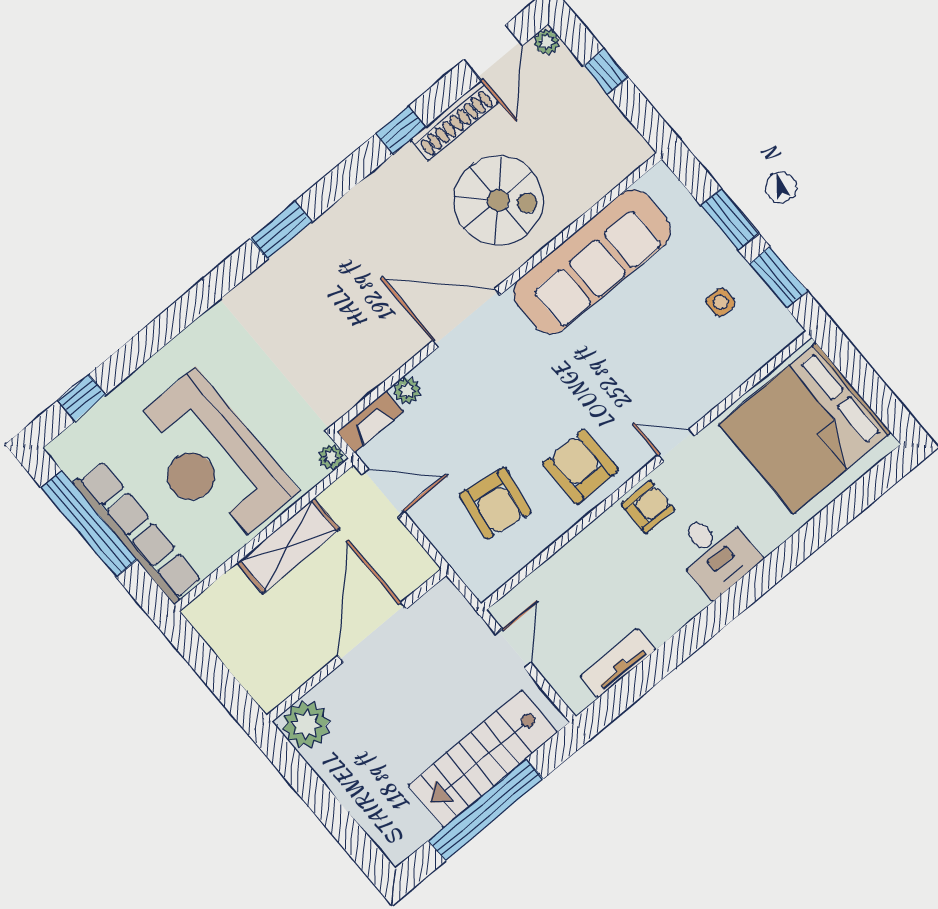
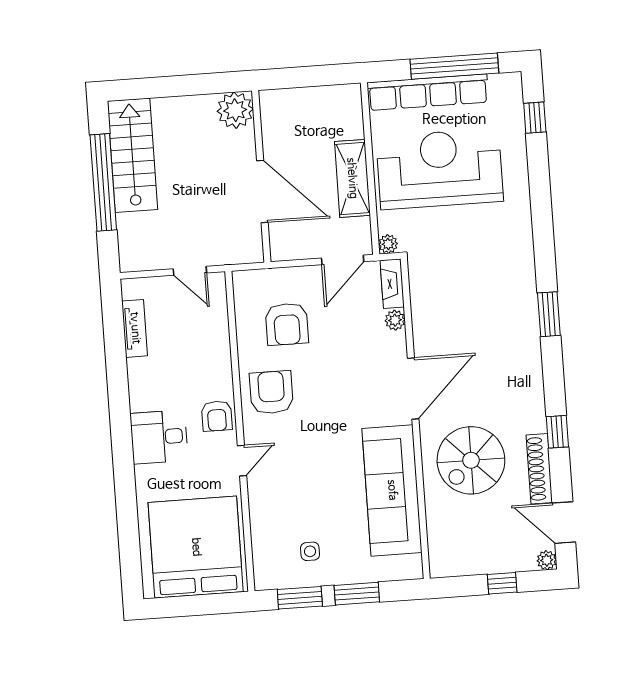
armchair: (580, 467) -> (271, 392), turned -90
armchair: (495, 503) -> (287, 324), turned -99
stairs: (483, 759) -> (132, 155), moved

